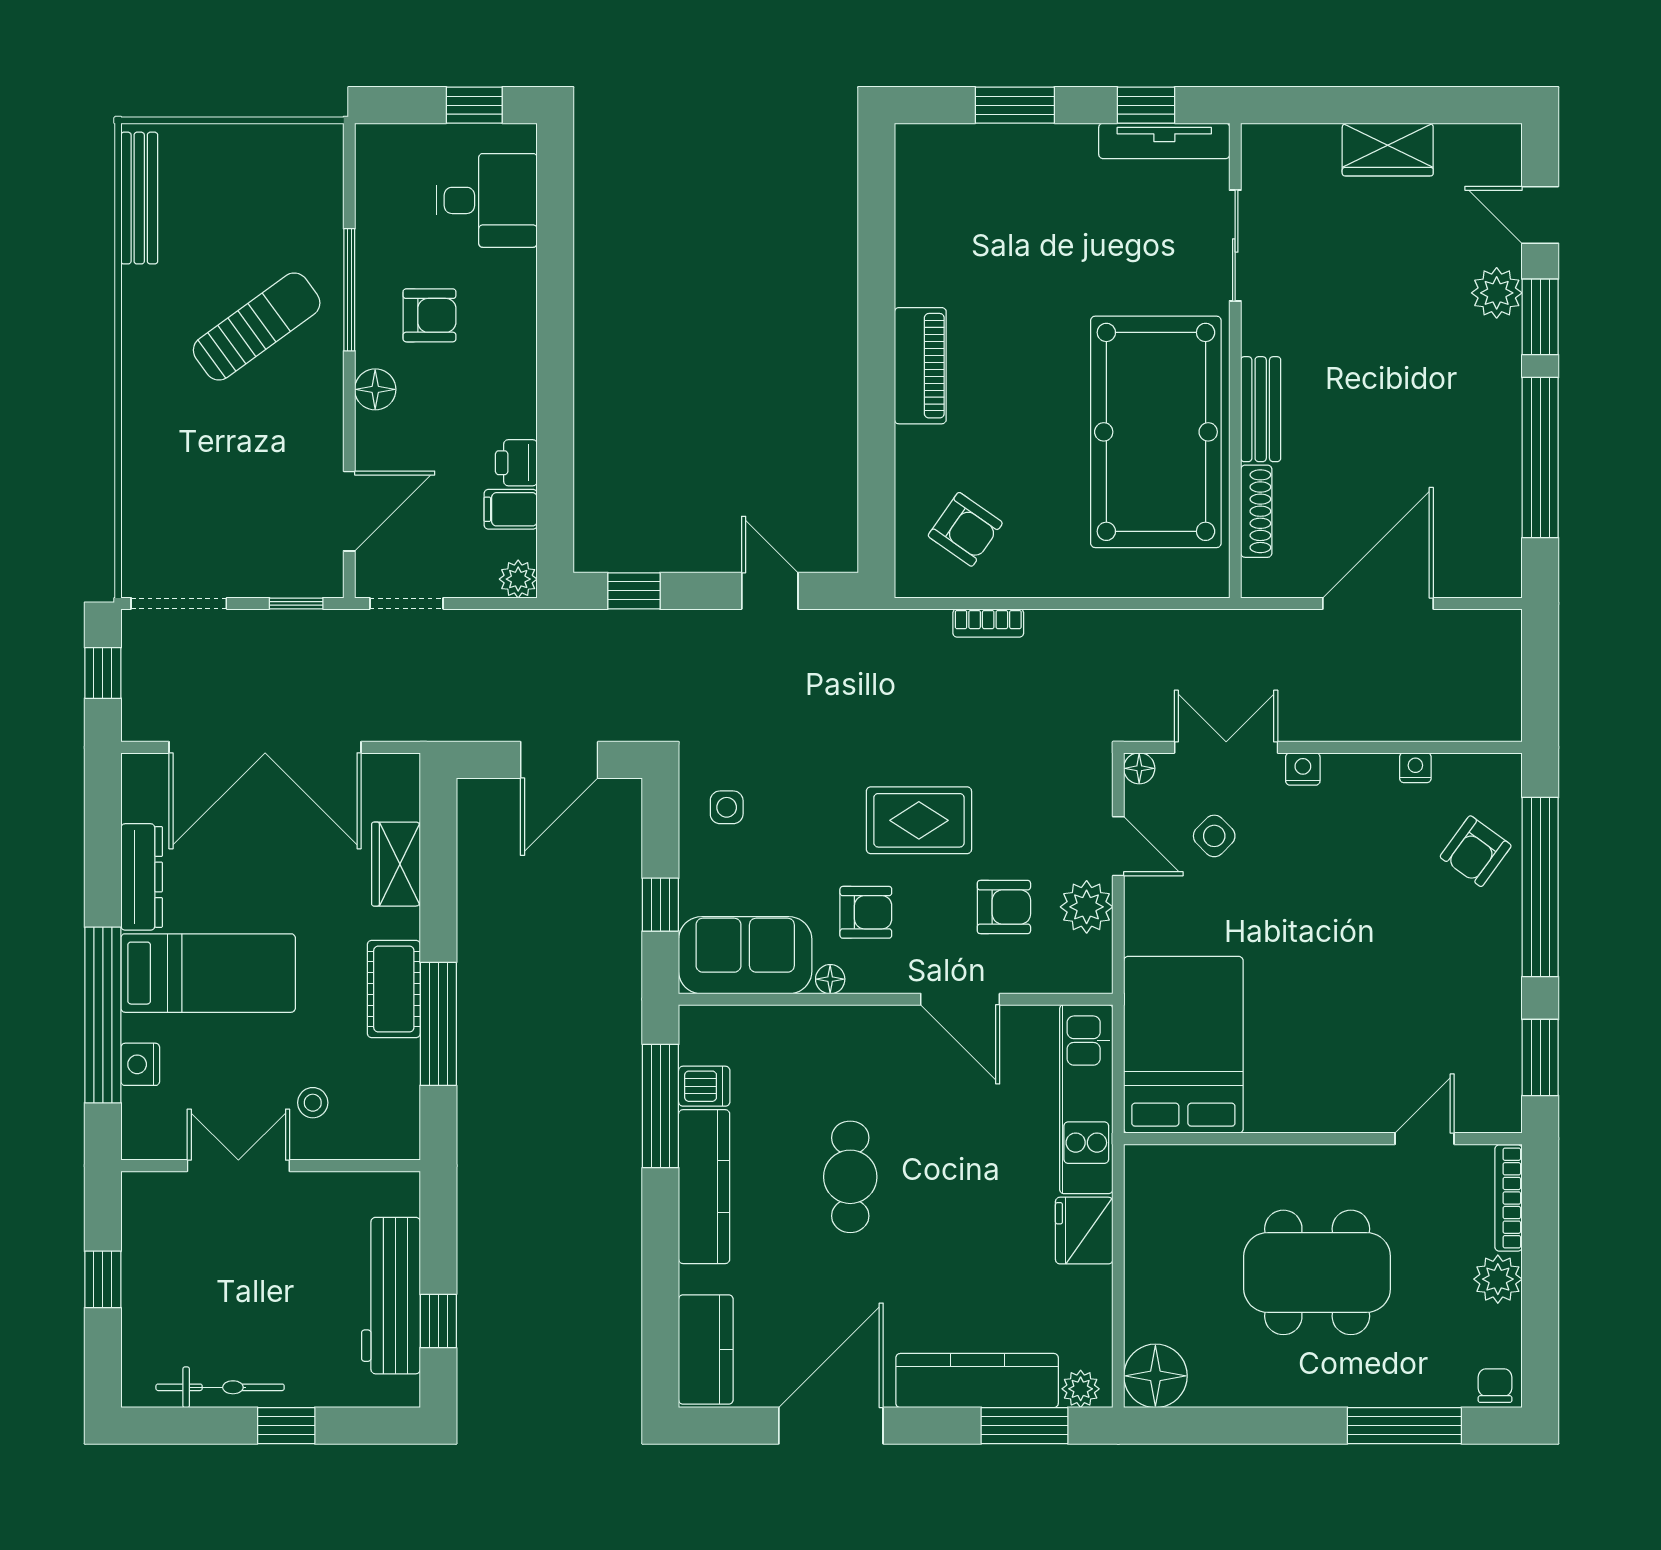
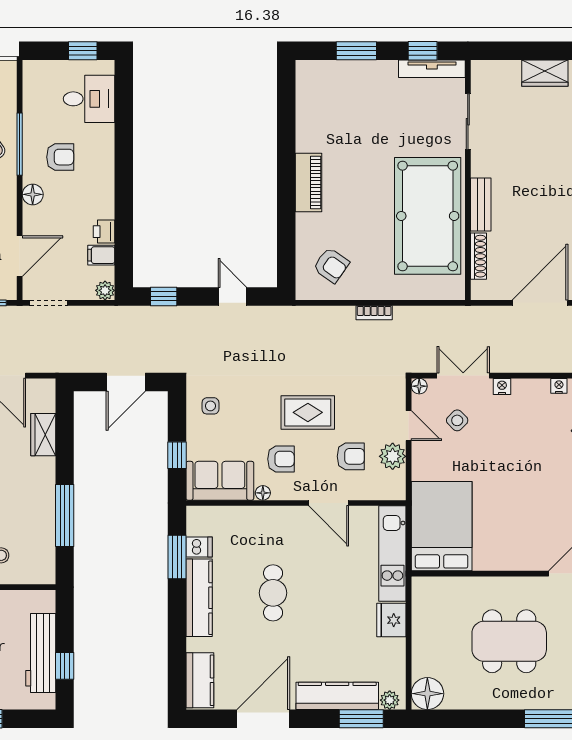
bookcase: (988, 623) -> (374, 313), moved
cot: (394, 989) -> (42, 498), removed
window: (660, 1106) -> (177, 557), width x0.69

